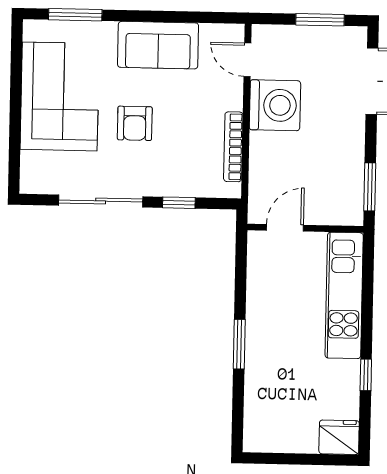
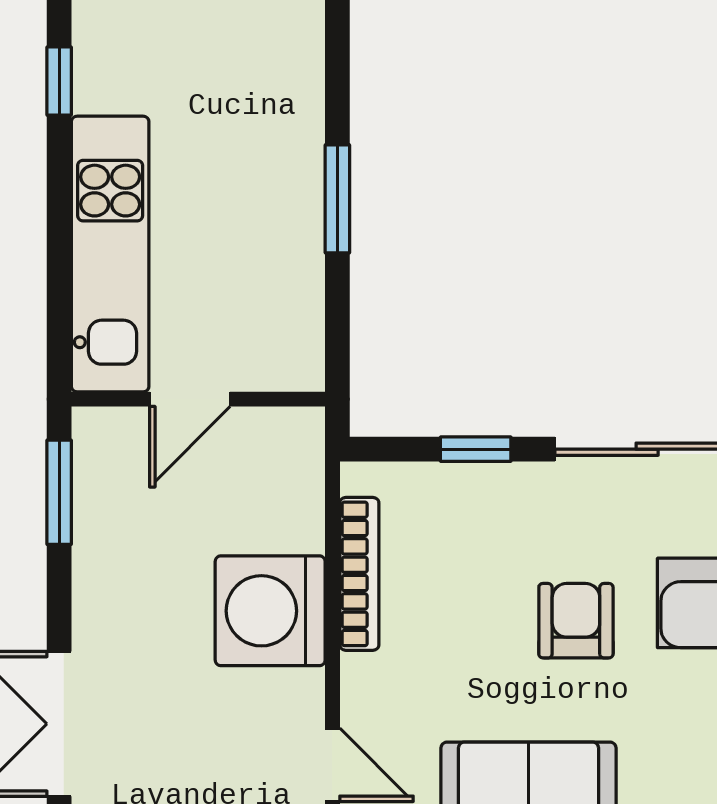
washing machine: (275, 105) -> (270, 611), moved
door: (285, 228) -> (190, 399), moved
window: (239, 344) -> (337, 199), moved

